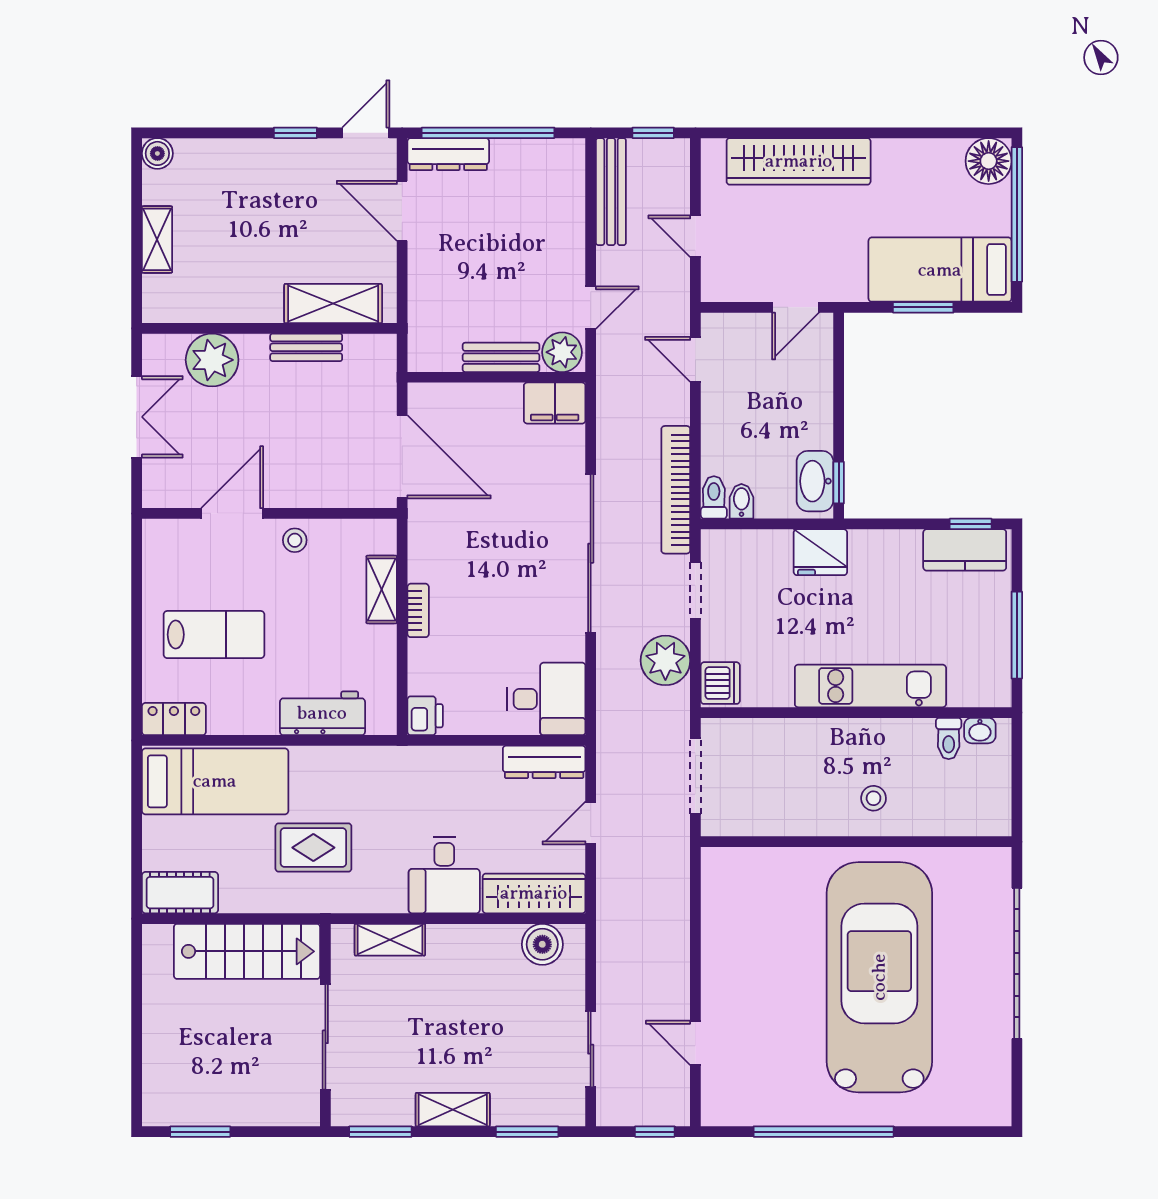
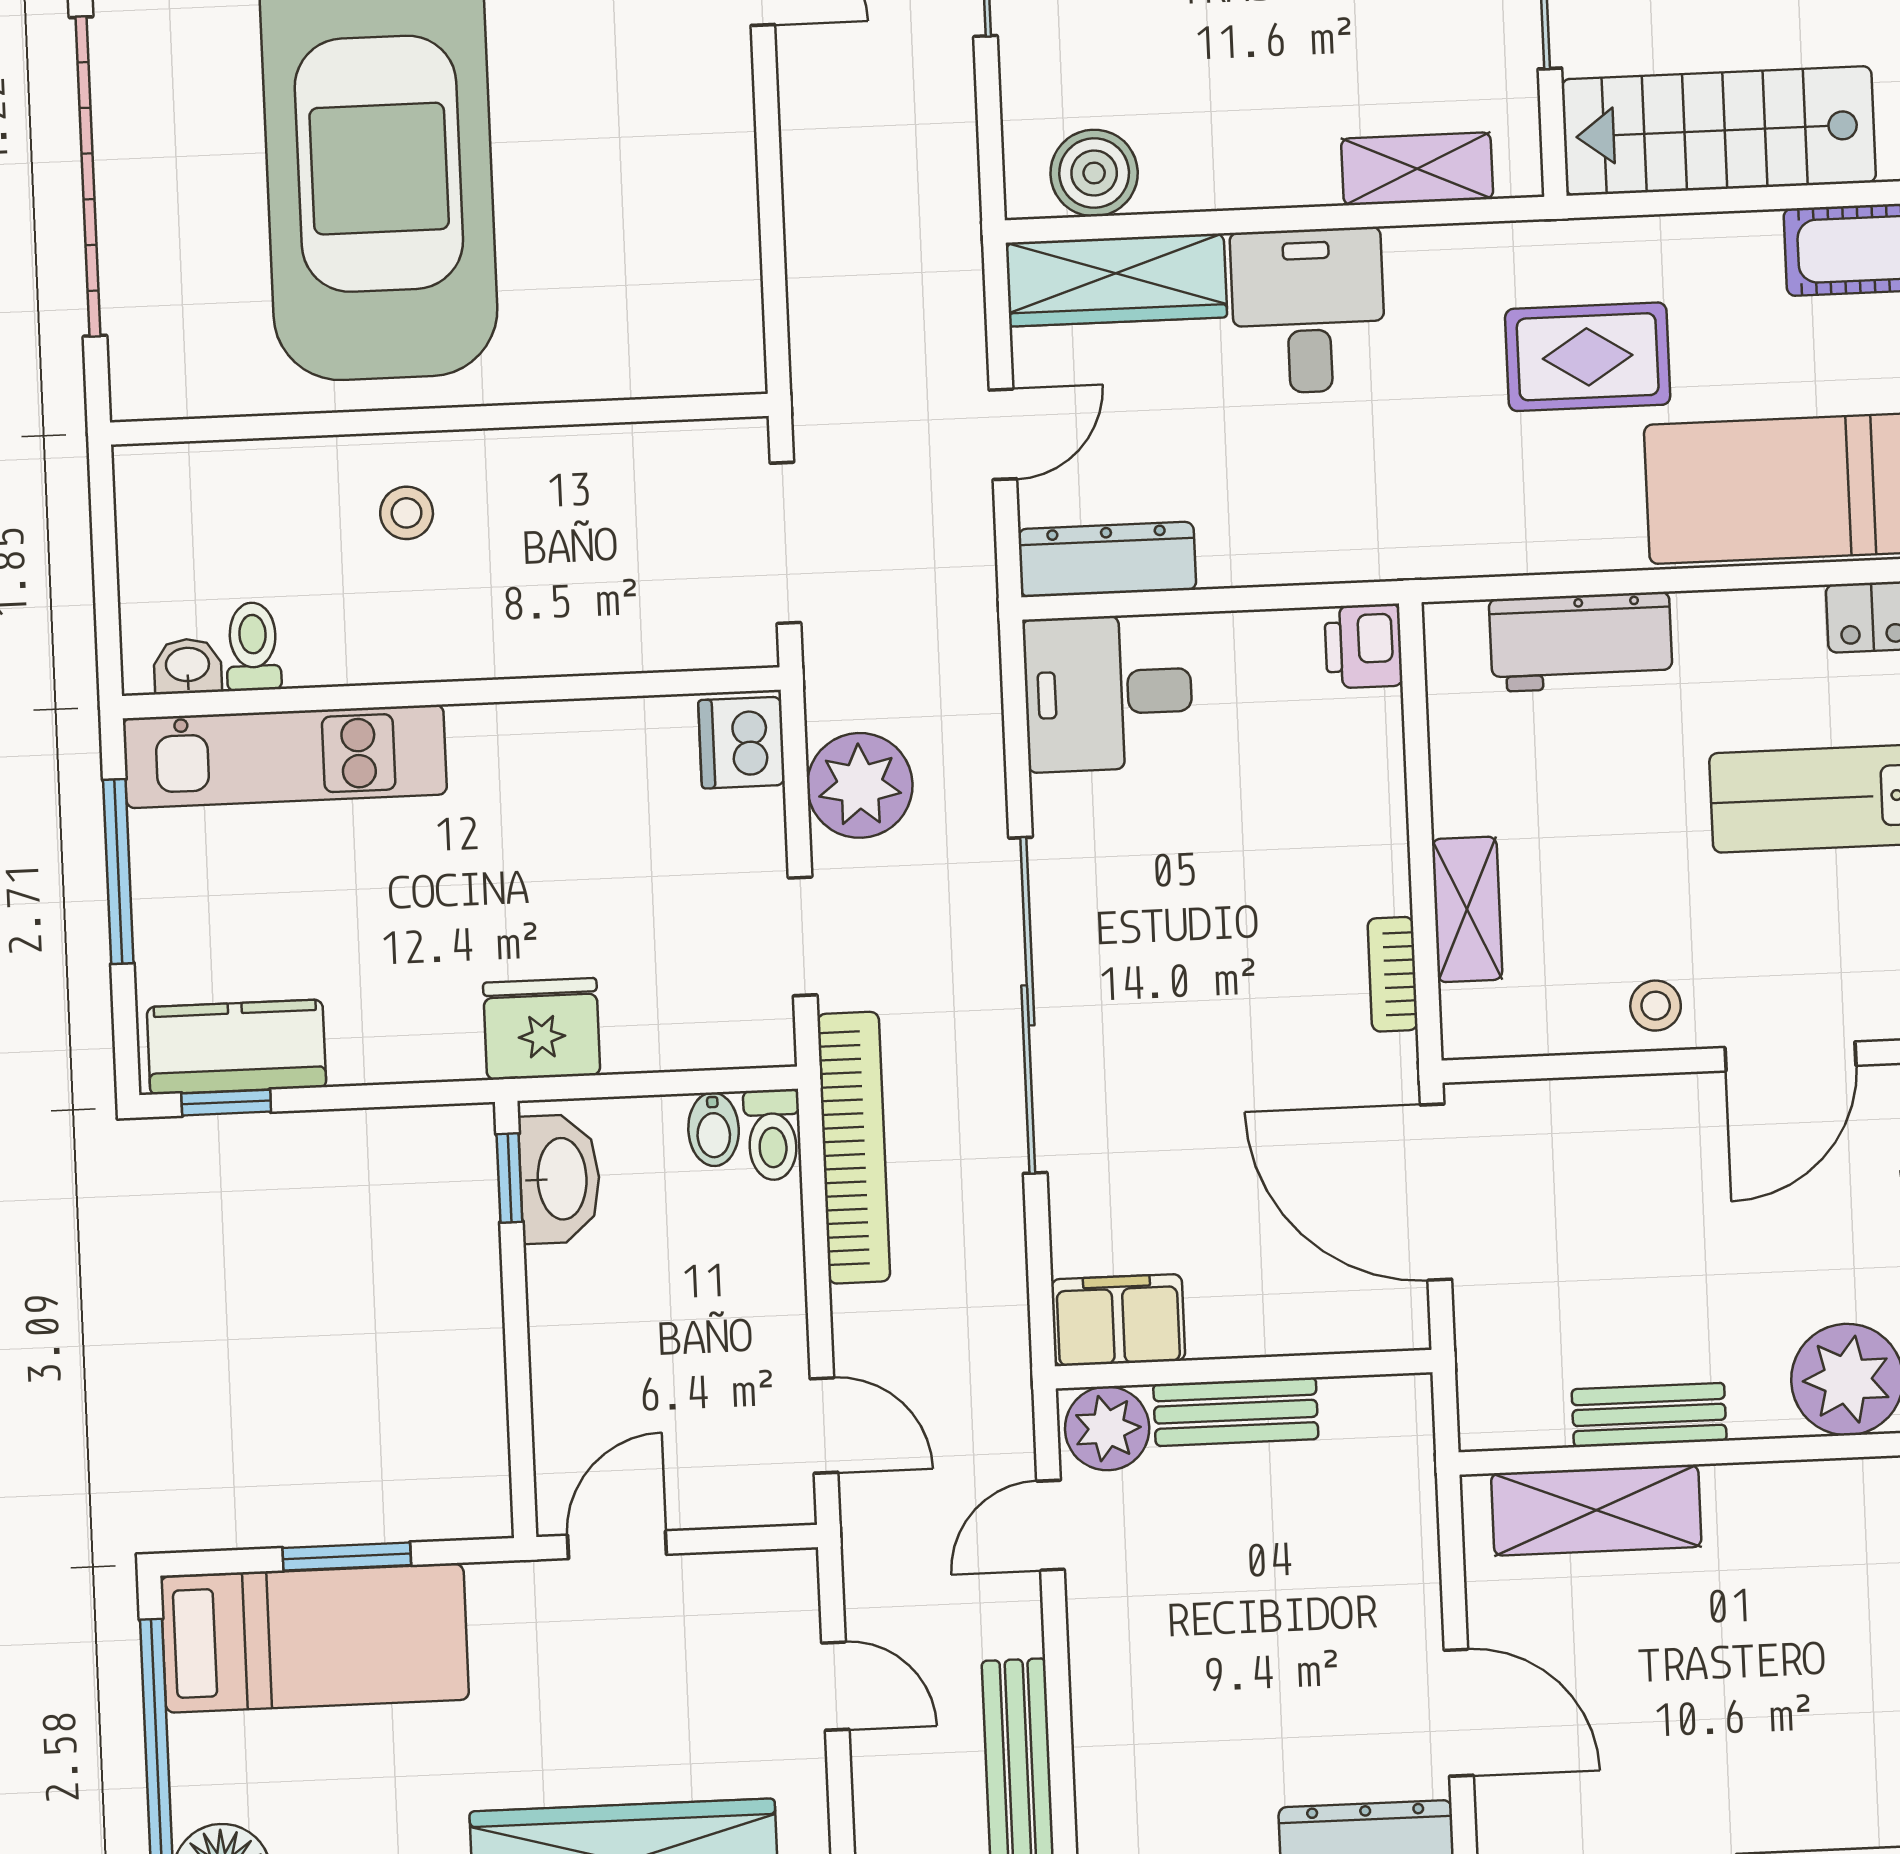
bookcase: (418, 610) -> (1393, 974), moved
kitchen unit: (870, 686) -> (285, 756), moved

